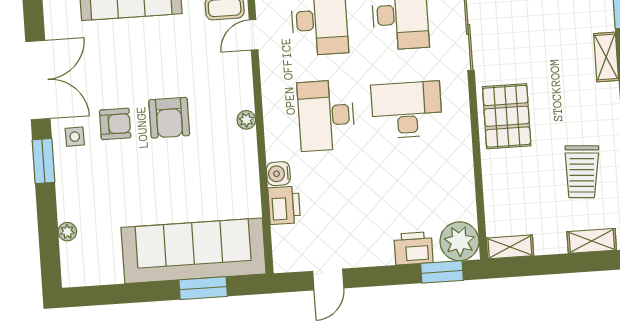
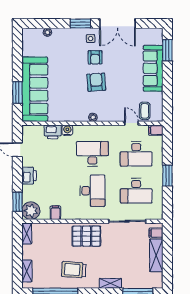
armchair: (169, 118) -> (96, 82), turned 86
trolley: (582, 172) -> (74, 270), moved
filing cabinet: (460, 187) -> (55, 213), added
printer: (413, 248) -> (29, 176), moved

